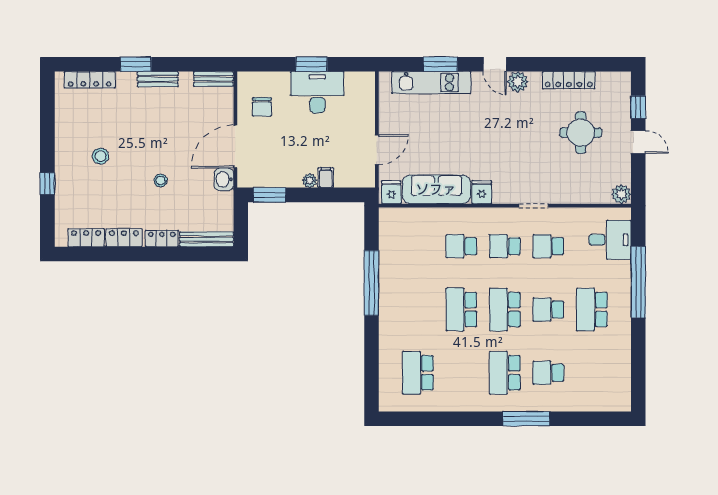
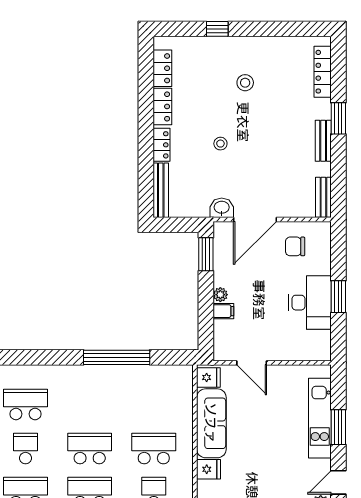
door: (235, 146) -> (255, 219), swing flipped
school desk: (461, 246) -> (154, 449), width x1.85
school desk: (461, 373) -> (26, 449), added

